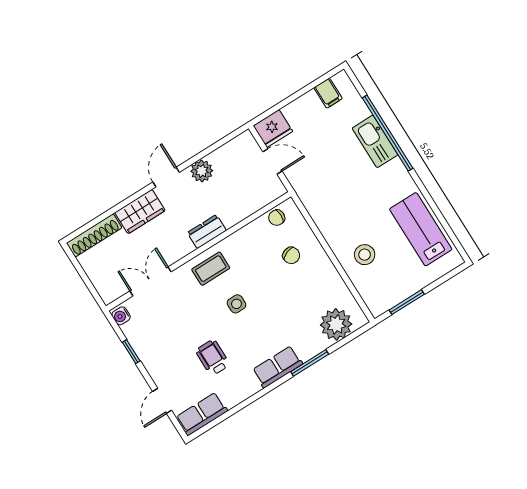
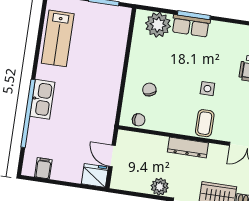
kitchen sink: (375, 141) -> (42, 99), moved
dresser: (207, 232) -> (188, 148), width x1.44
stool: (365, 255) -> (105, 52), removed
coffee table: (211, 269) -> (205, 123), turned 90
row of seats: (277, 367) -> (191, 26), moved

